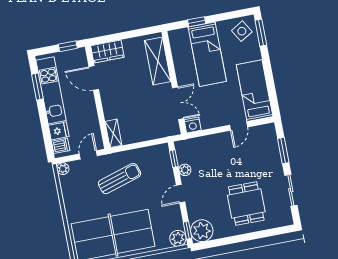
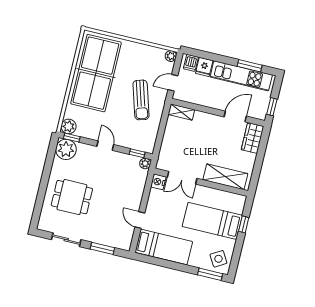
door: (88, 155) -> (173, 83), swing flipped
plant: (185, 170) -> (145, 163), moved

